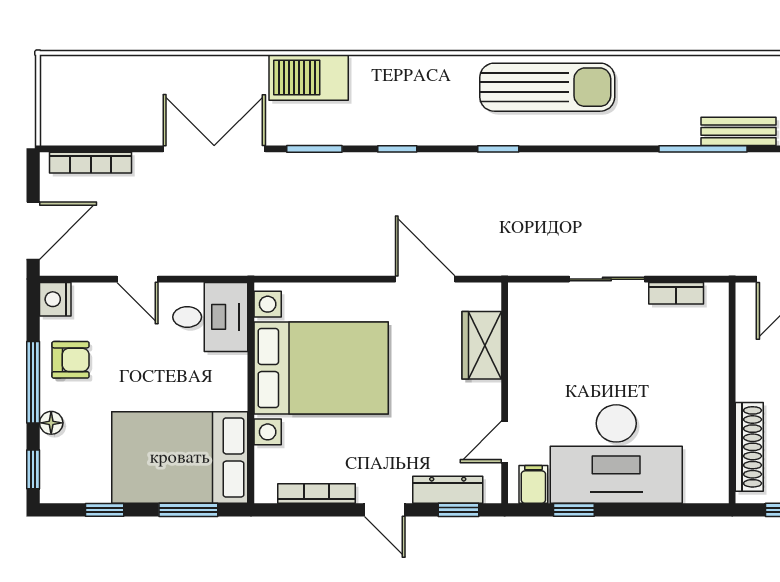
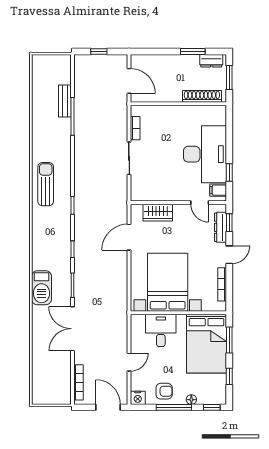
sun lounger: (547, 87) -> (46, 184), width x0.73, depth x0.75
desk: (210, 317) -> (161, 330), moved
armchair: (70, 360) -> (164, 391), turned 90

